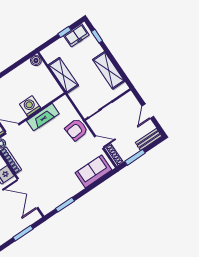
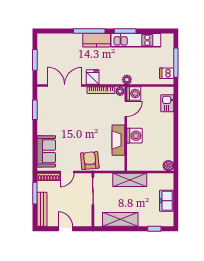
window: (65, 32) -> (176, 205), removed
freezer: (76, 35) -> (167, 201), moved
shelving: (63, 75) -> (130, 180), moved
bench: (149, 139) -> (42, 209), width x1.36

